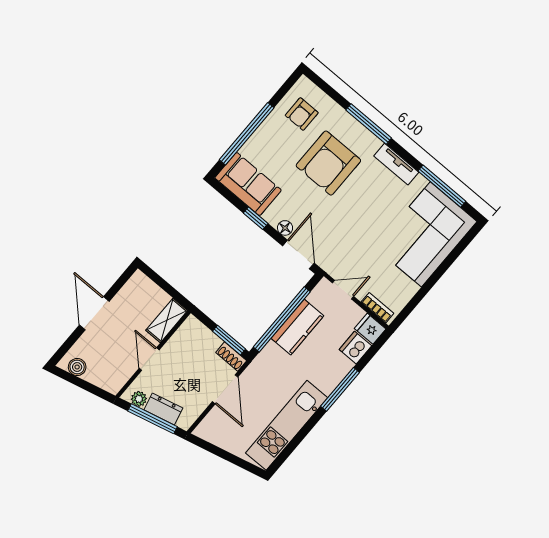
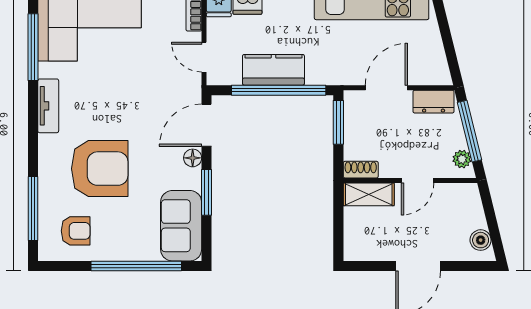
window: (369, 124) -> (33, 208), moved
window: (256, 218) -> (206, 192), width x1.50
shoe rack: (231, 357) -> (361, 170), moved, turned -90
dresser: (163, 409) -> (434, 102), moved, turned -76

